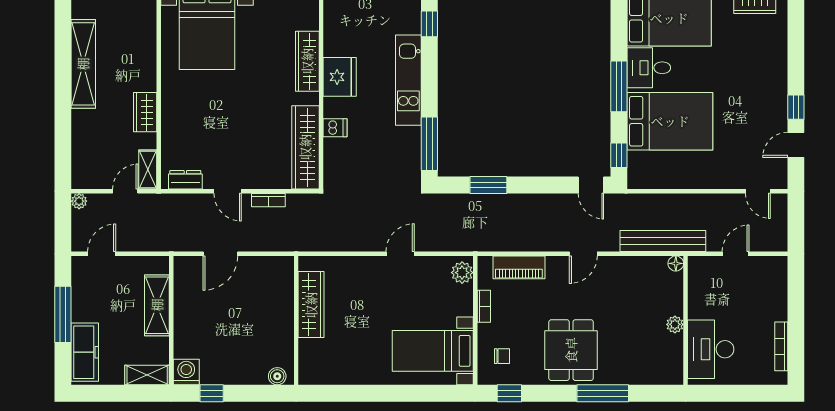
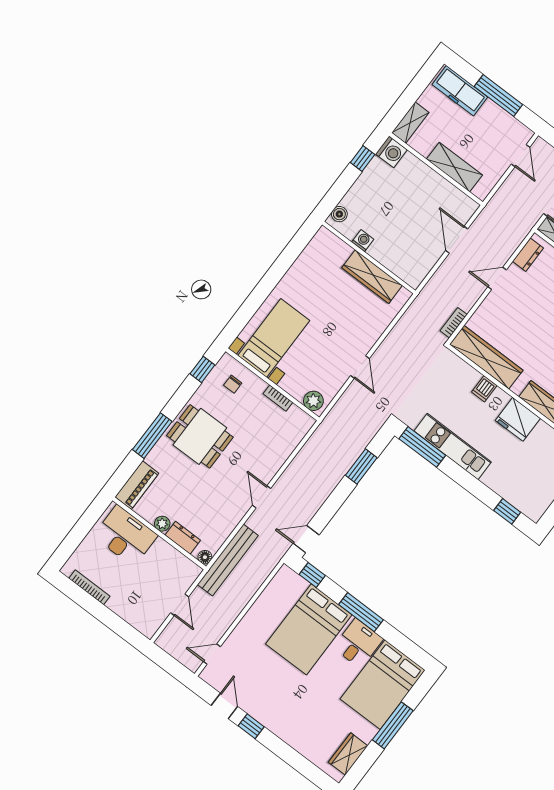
kitchen unit: (408, 80) -> (453, 446), moved
bookcase: (268, 200) -> (454, 323), moved
piano: (519, 267) -> (137, 485), moved, turned 180
dresser: (673, 297) -> (183, 538), added
washing machine: (285, 337) -> (363, 241), added

